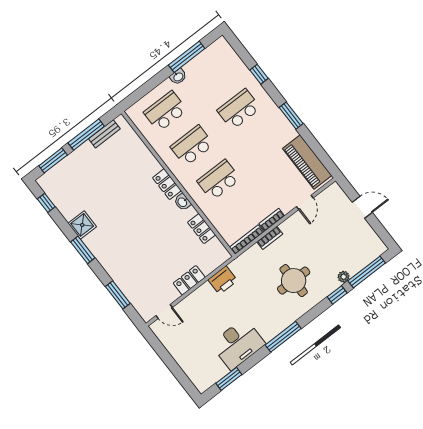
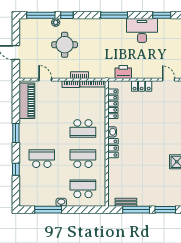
school desk: (239, 109) -> (42, 159), turned 180
school desk: (165, 111) -> (83, 189), turned 180
school desk: (192, 146) -> (83, 159), turned 180
door: (305, 202) -> (45, 80), hinge flipped
locker: (202, 229) -> (113, 104), width x1.53
round table: (294, 281) -> (65, 45), moved

